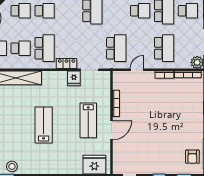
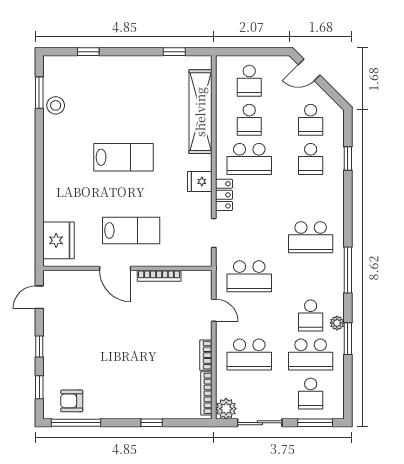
fridge: (74, 78) -> (200, 181), moved
lab bench: (88, 120) -> (131, 230), turned 180

